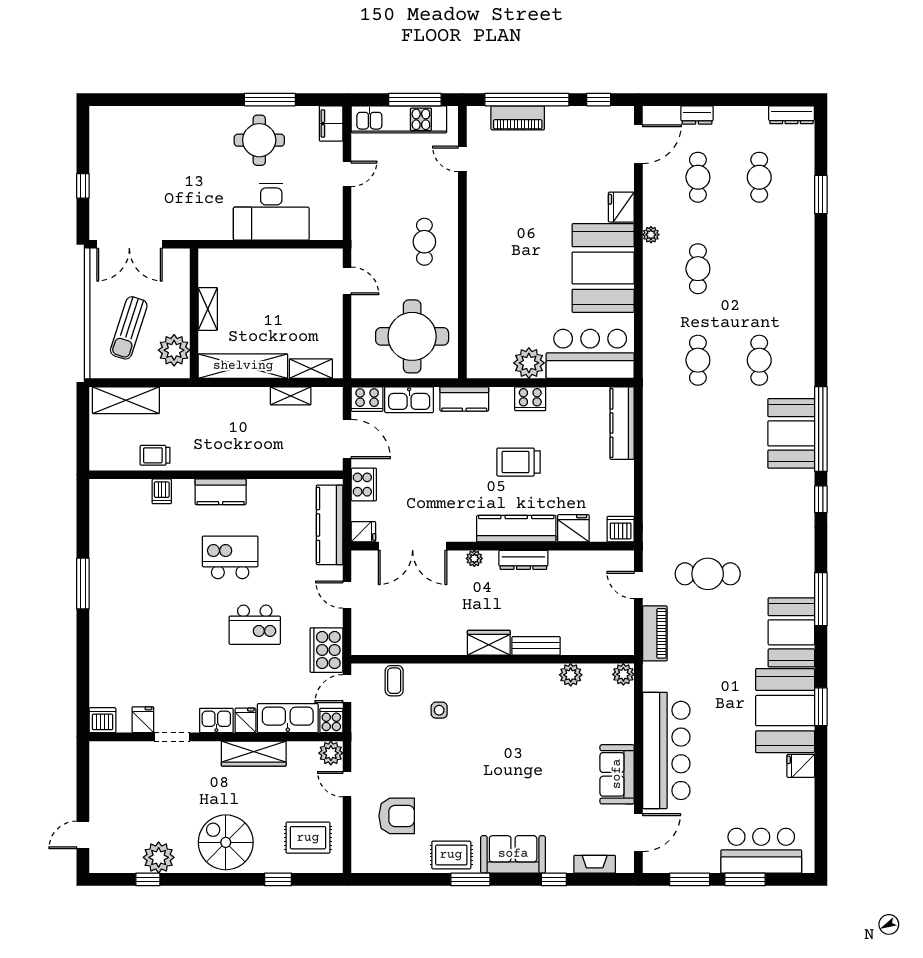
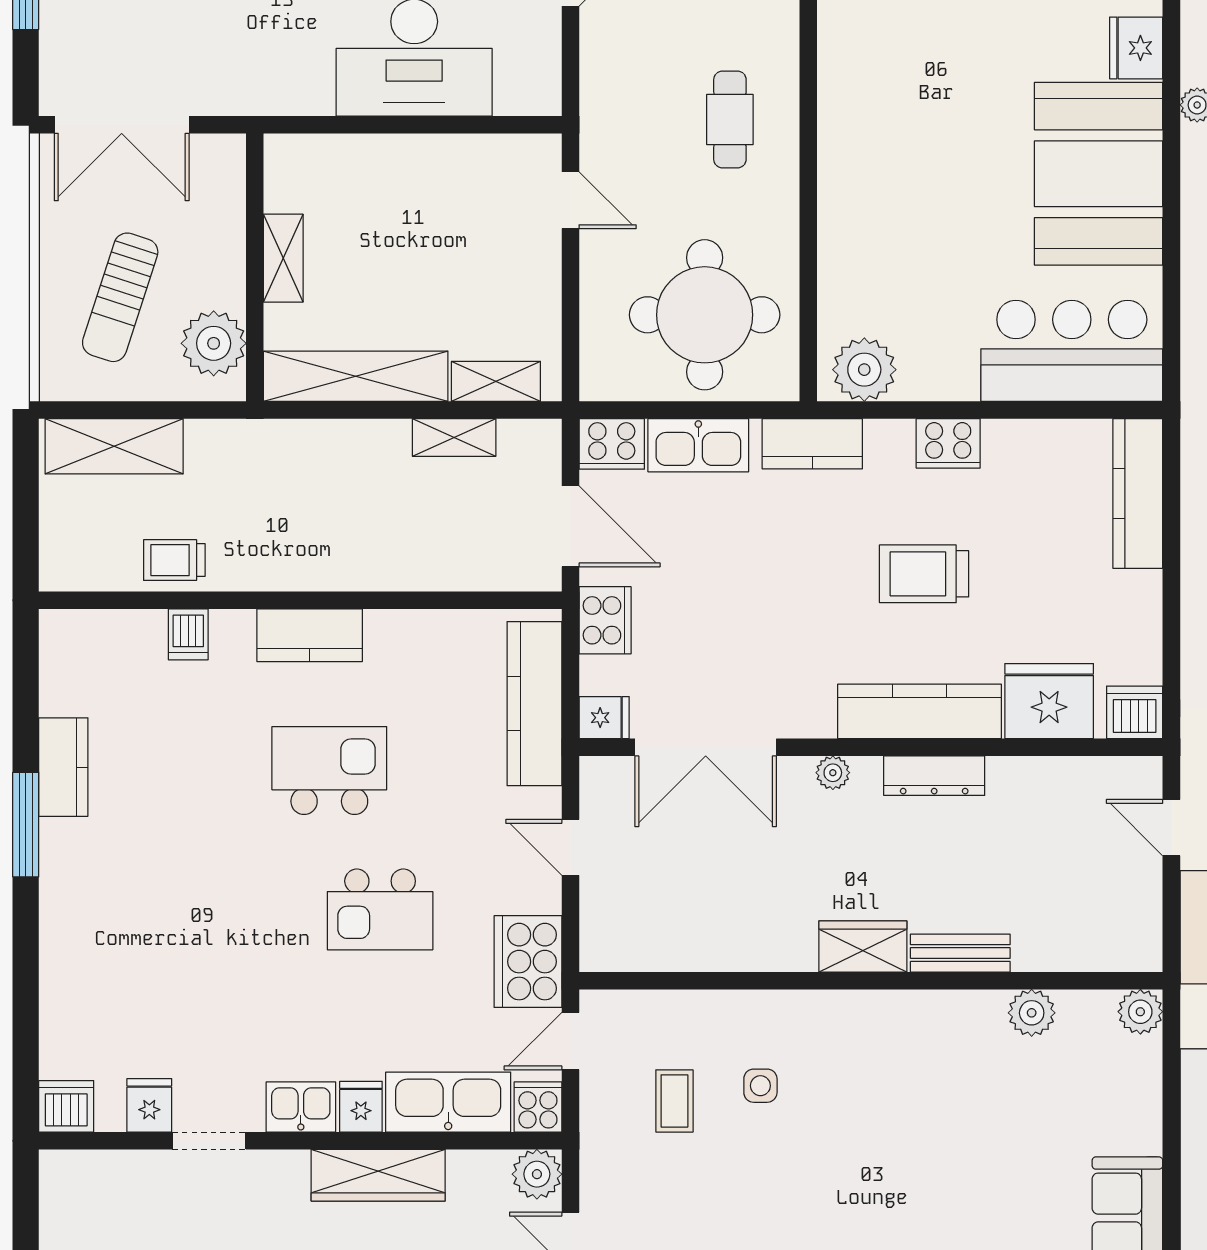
plant: (529, 363) -> (864, 370), moved
fridge: (573, 528) -> (1049, 701), width x1.36, depth x1.34
kitchen counter: (101, 556) -> (63, 767), added
coffee table: (394, 681) -> (674, 1101), moved

